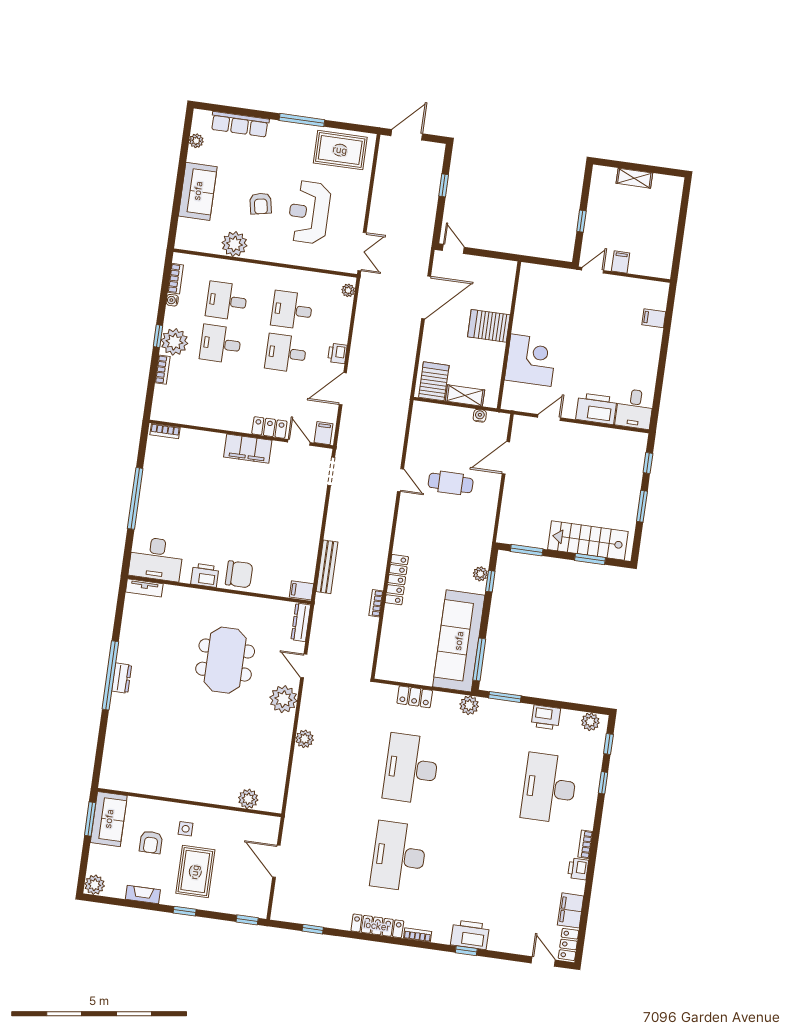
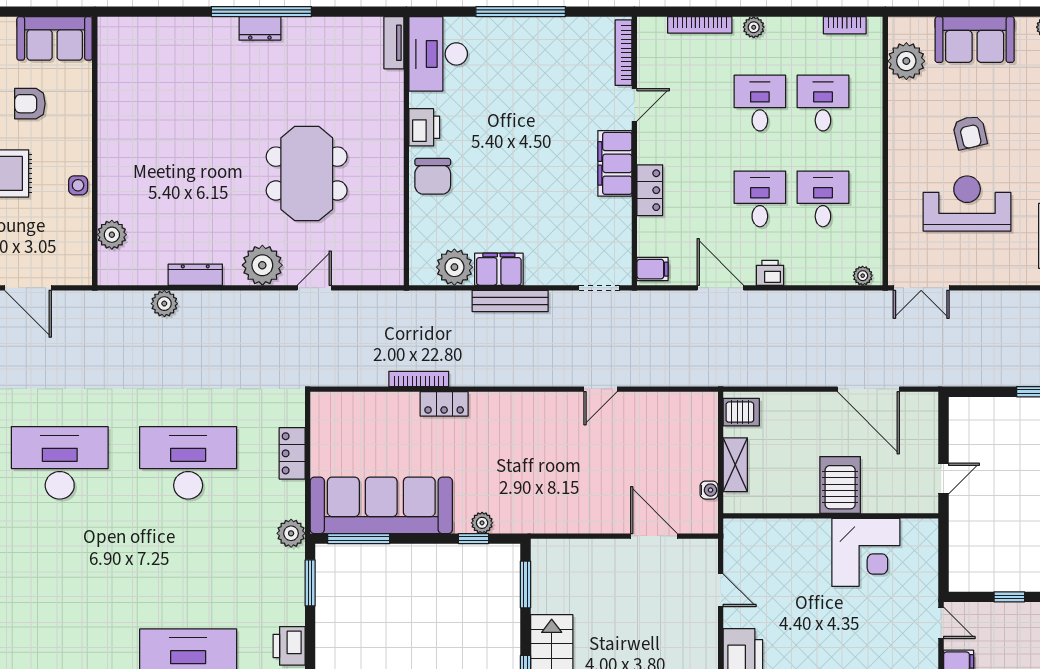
armchair: (261, 204) -> (970, 132), turned -92
plant: (234, 244) -> (906, 61), moved
door: (453, 249) -> (944, 479), moved
water cooler: (172, 300) -> (813, 25), removed
window: (158, 336) -> (759, 12), removed
plant: (174, 342) -> (754, 27), width x0.53, depth x0.53
corner desk: (531, 360) -> (866, 552), moved
bookcase: (163, 370) -> (700, 25), width x1.56
server rack: (434, 381) -> (741, 412), width x0.73, depth x0.70
bookcase: (165, 431) -> (624, 53), width x1.56
door: (299, 442) -> (634, 105), moved
cafe table: (451, 483) -> (607, 462), removed
bench: (327, 567) -> (510, 301), moved
plant: (303, 568) -> (454, 267), added
locker: (397, 580) -> (444, 404), width x0.66
filing cabinet: (301, 590) -> (499, 269), moved, width x2.00
bookcase: (376, 603) -> (419, 379), width x1.56
dresser: (301, 622) -> (195, 275), moved
meeting table: (225, 660) -> (307, 174), turned 90
plant: (305, 739) -> (164, 304), moved
window: (90, 819) -> (51, 12), removed
side table: (186, 829) -> (78, 185), moved
door: (276, 861) -> (28, 288), swing flipped

